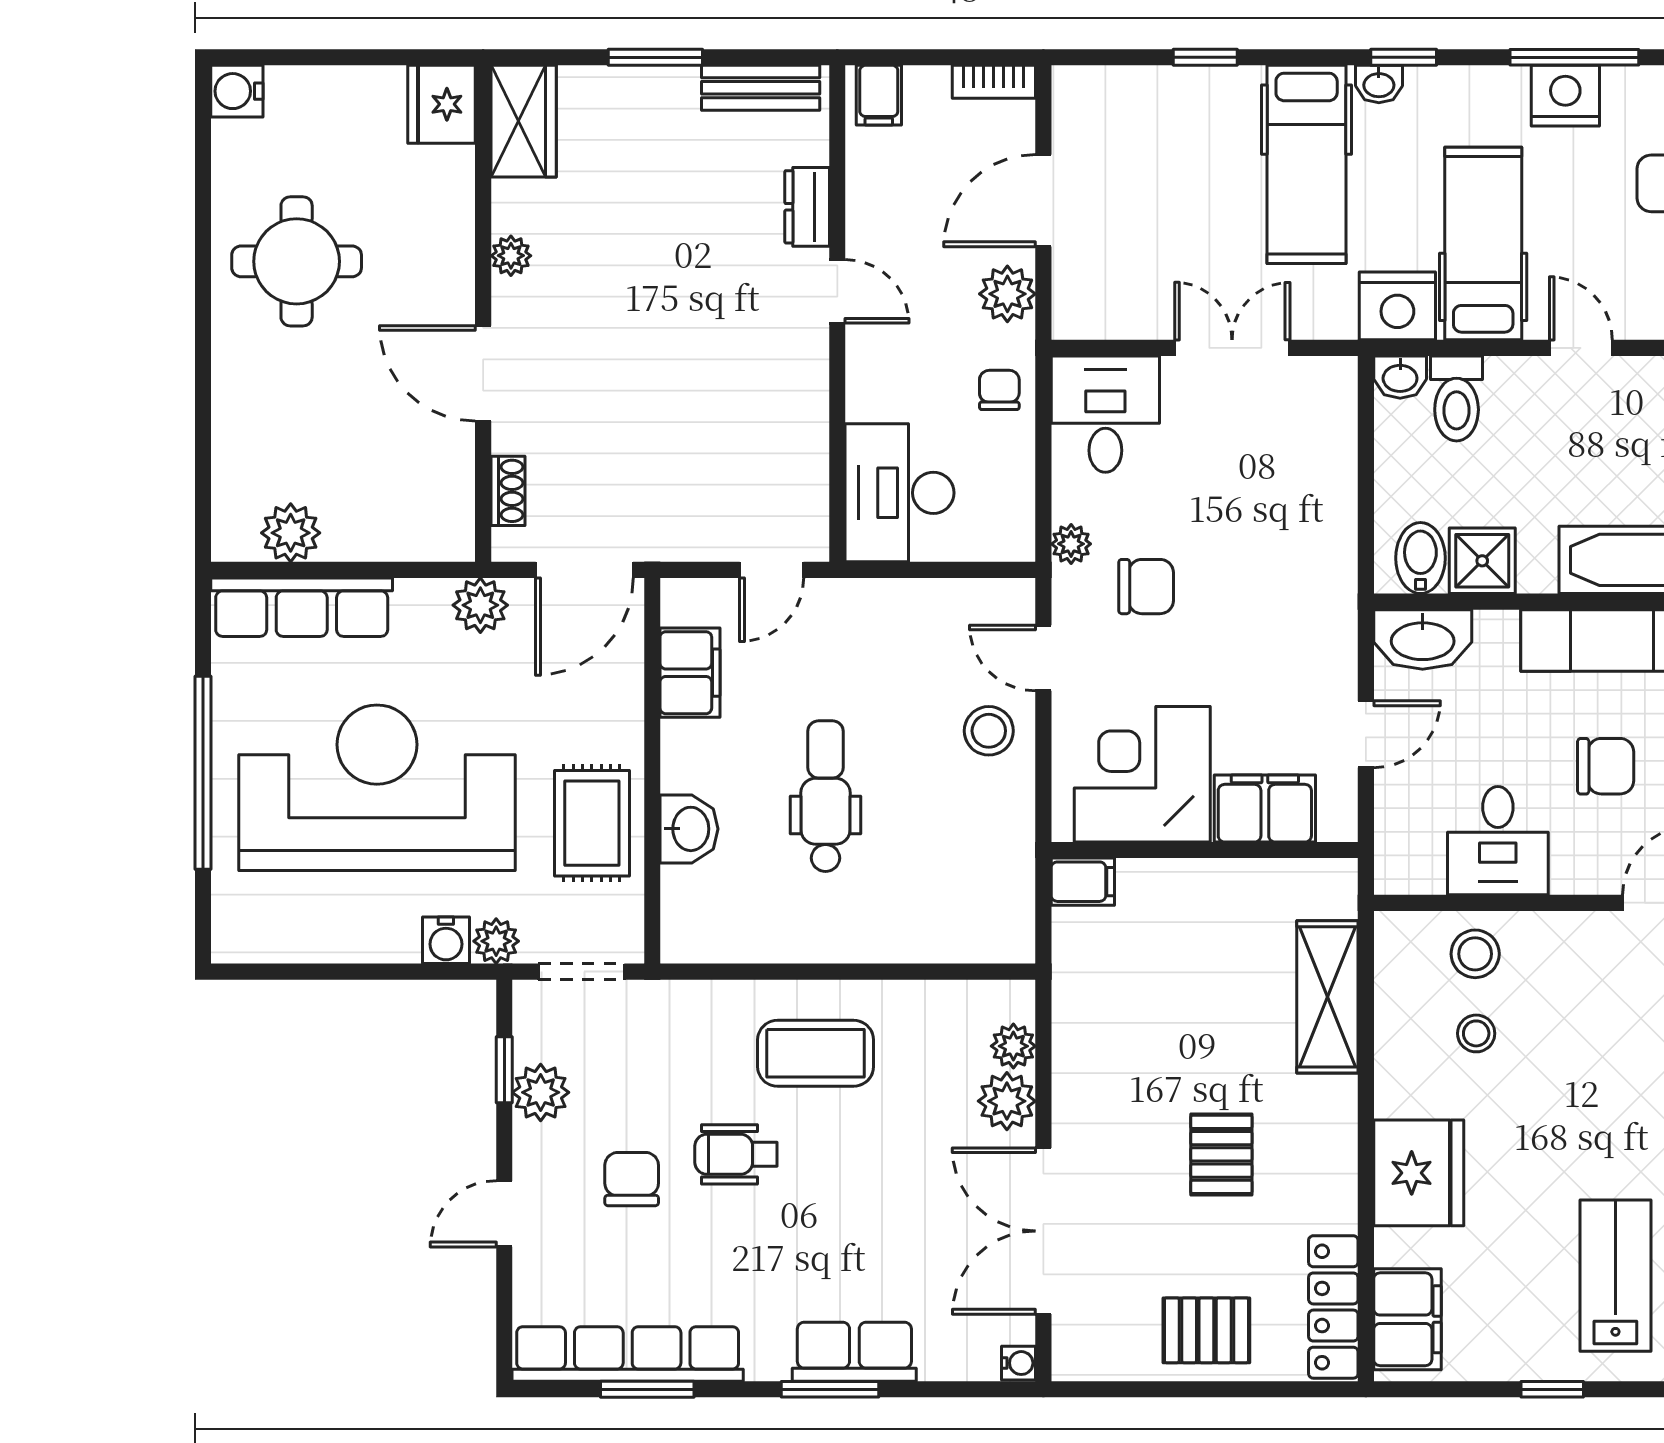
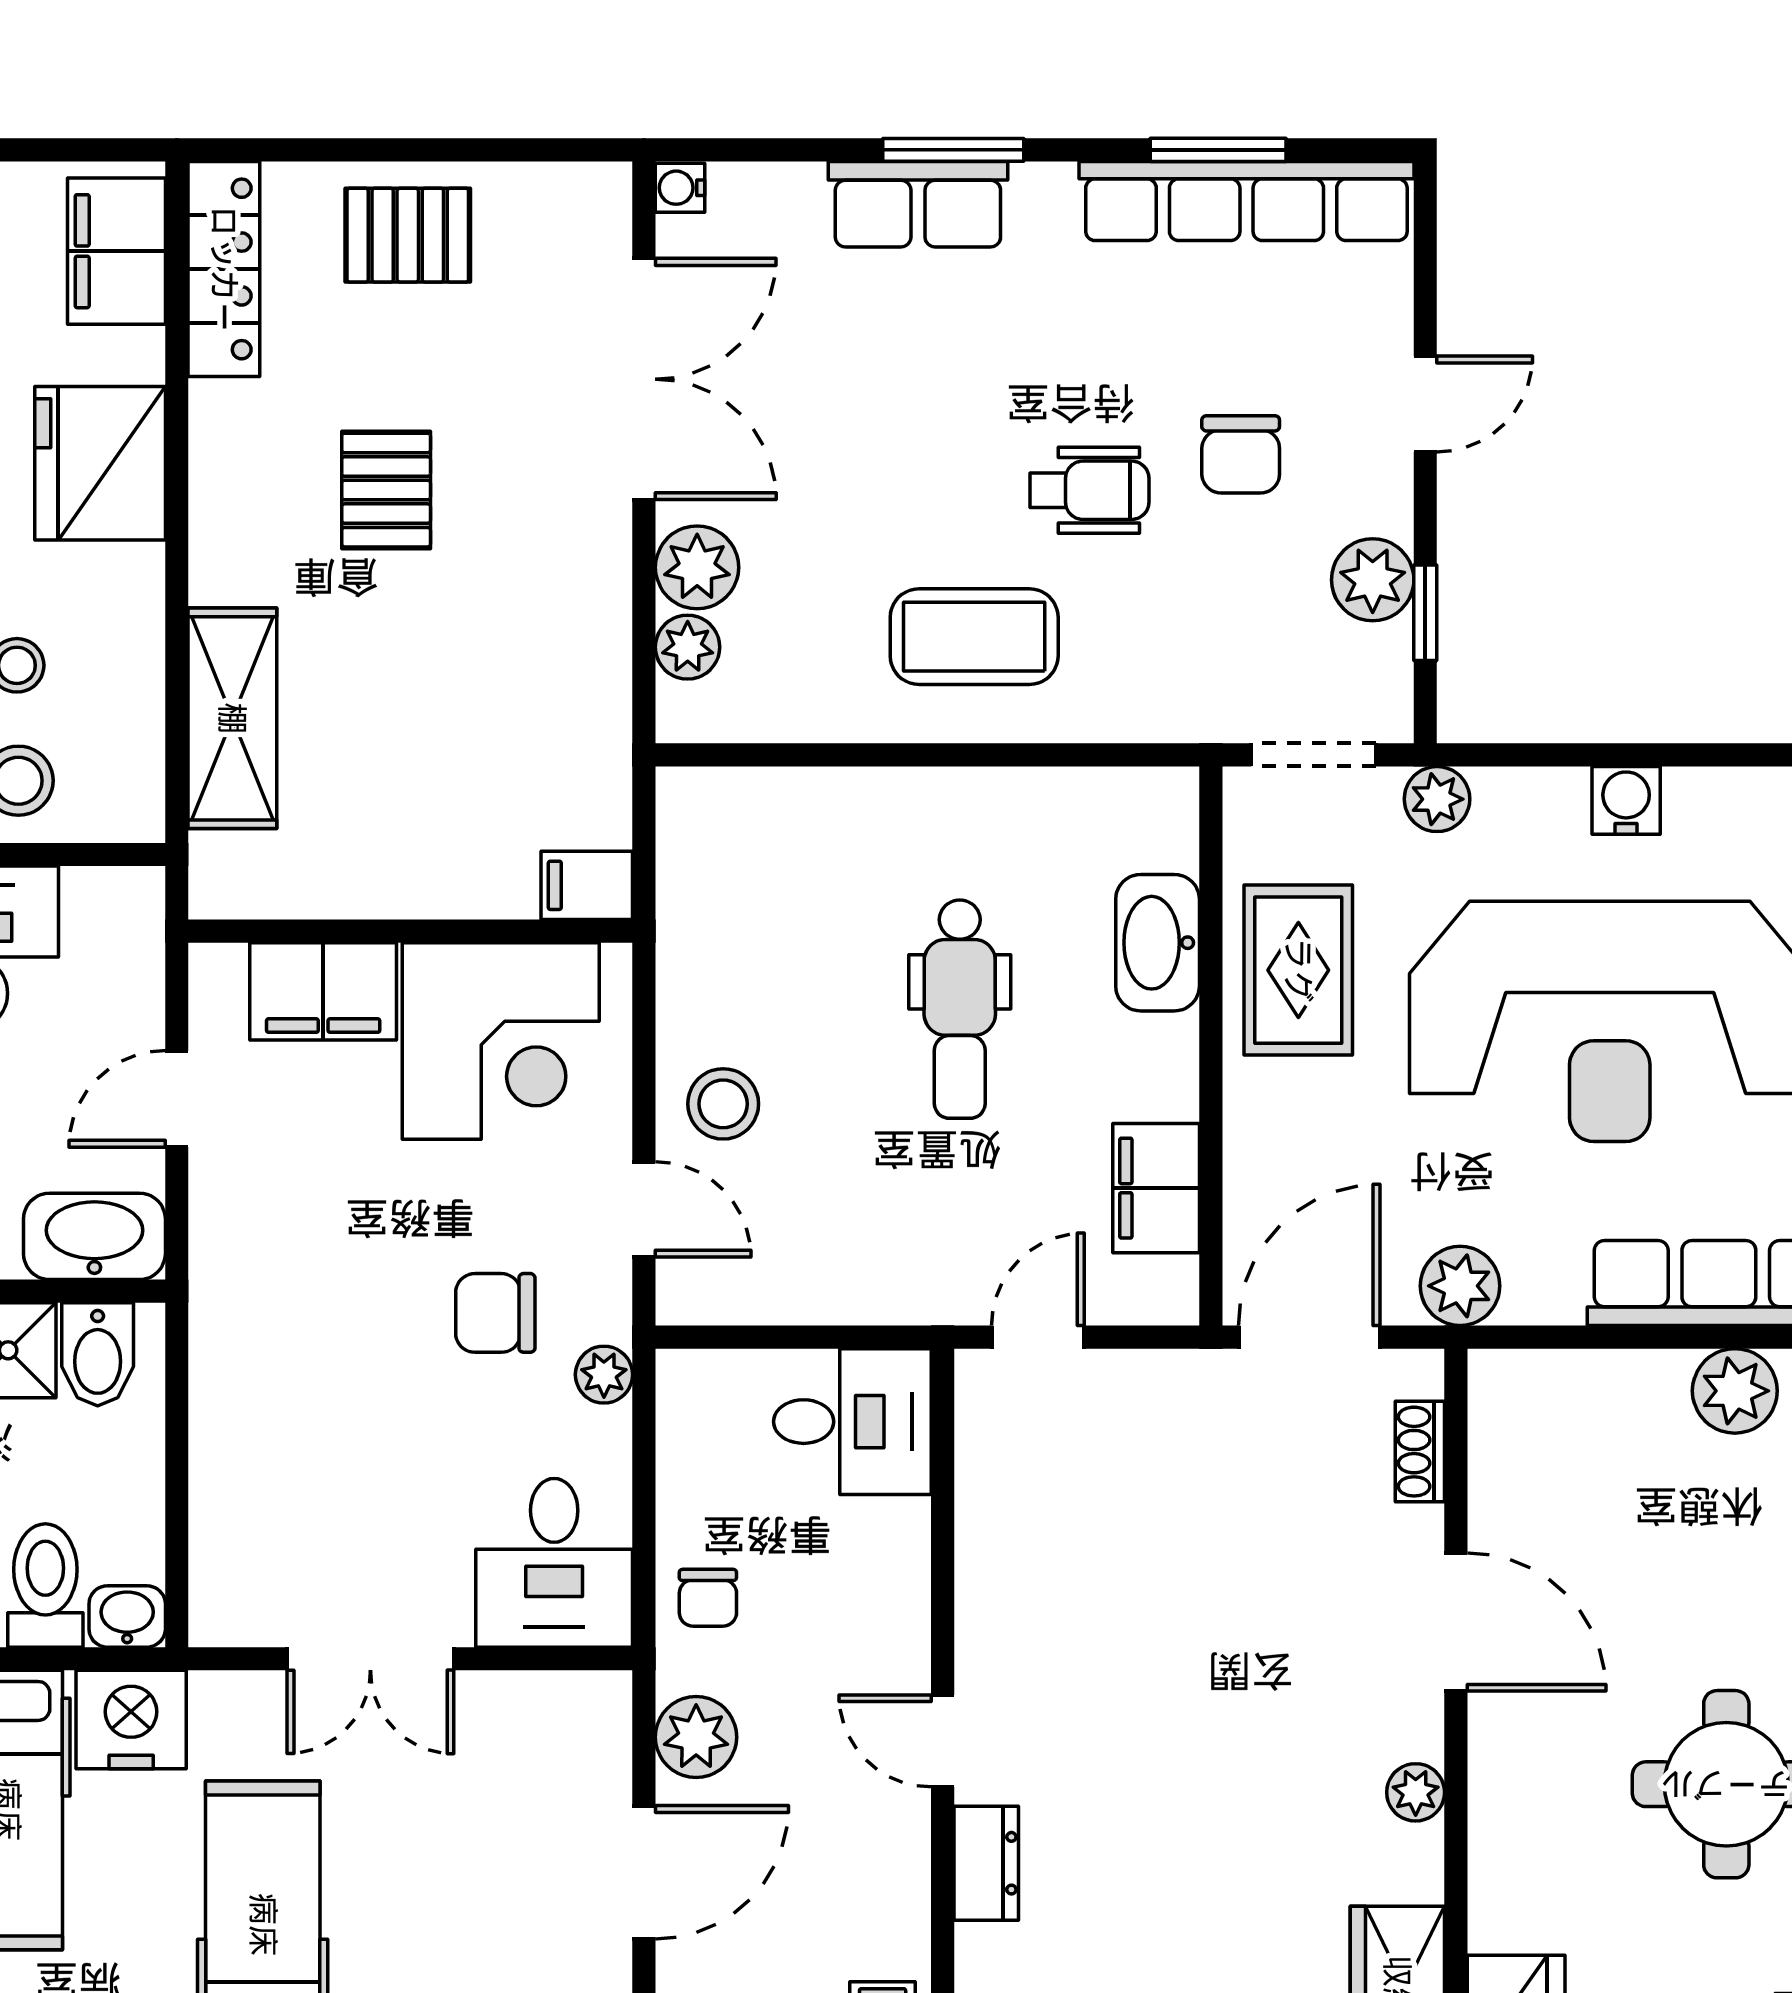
desk: (900, 493) -> (852, 1422), width x0.73
washbasin: (689, 829) -> (1158, 943), width x1.38
water cooler: (446, 940) -> (1626, 800), moved

